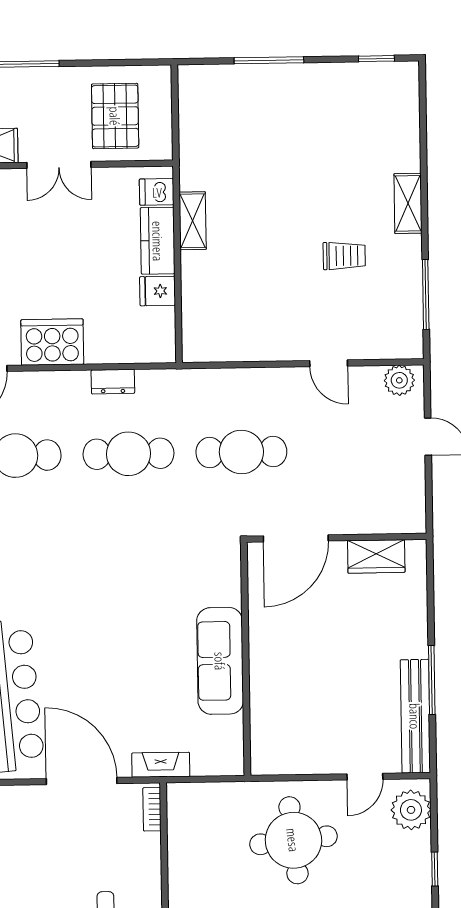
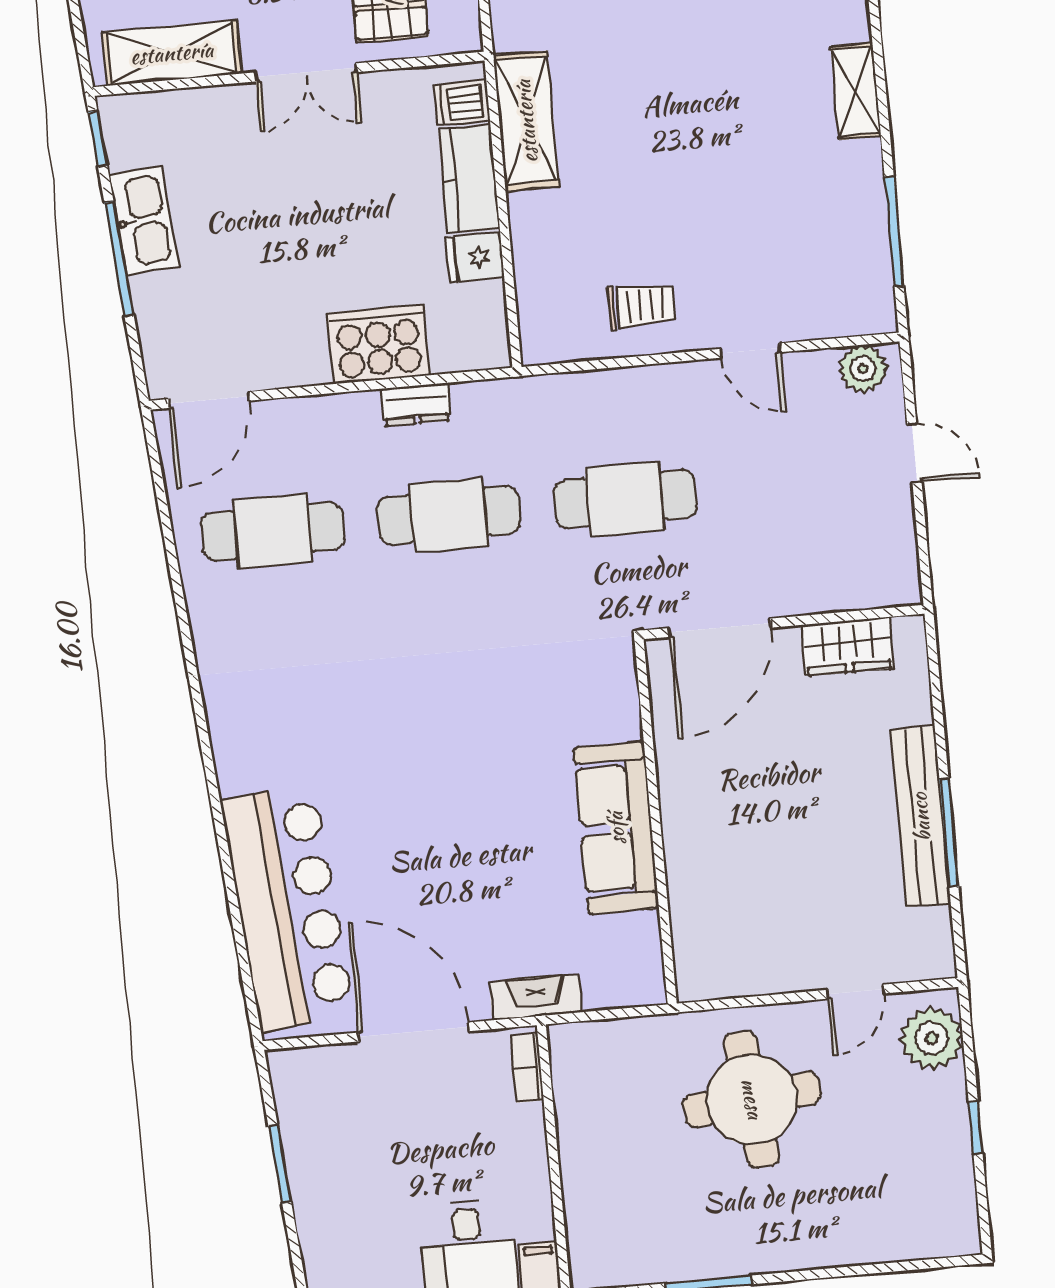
shelving: (193, 221) -> (526, 121), width x1.50, depth x1.33
trolley: (344, 256) -> (641, 305), moved
cooker: (52, 342) -> (379, 344), moved
bench: (415, 716) -> (921, 817), moved

